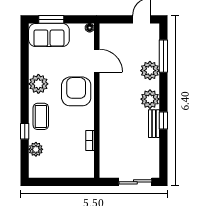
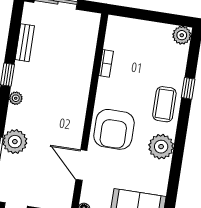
plant: (150, 99) -> (16, 98), width x0.53, depth x0.53
bench: (154, 124) -> (25, 43), moved
plant: (36, 149) -> (182, 35), moved

